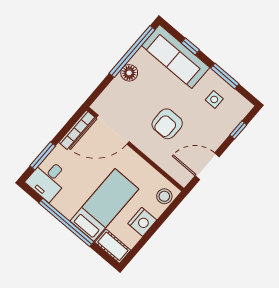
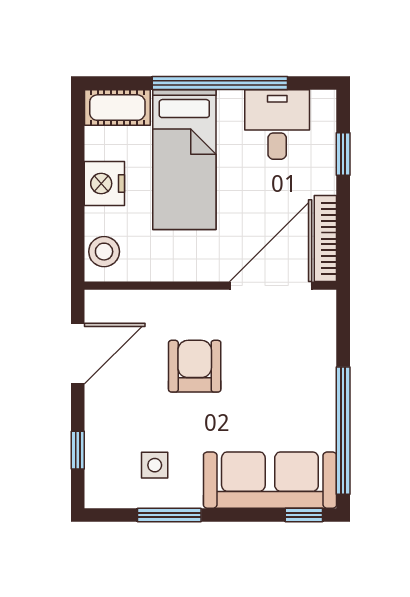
window: (190, 46) -> (304, 515), moved
floor lamp: (129, 73) -> (320, 394), removed
window: (43, 156) -> (343, 154), width x0.67
desk: (48, 180) -> (277, 125), moved

